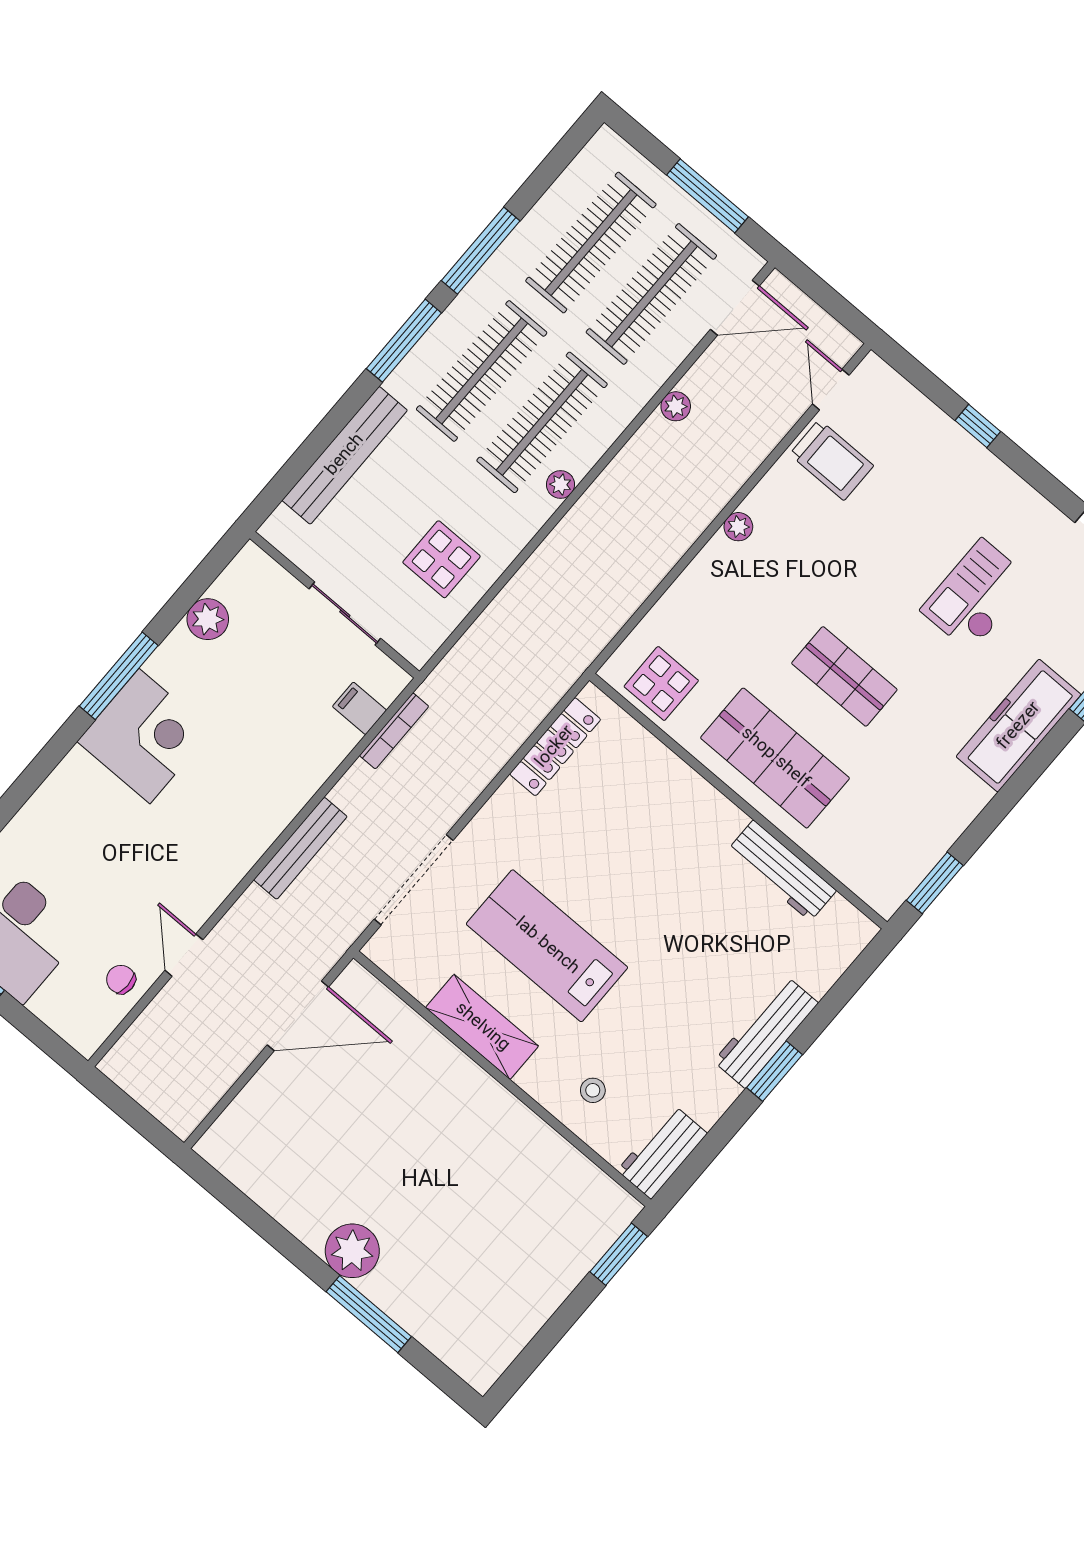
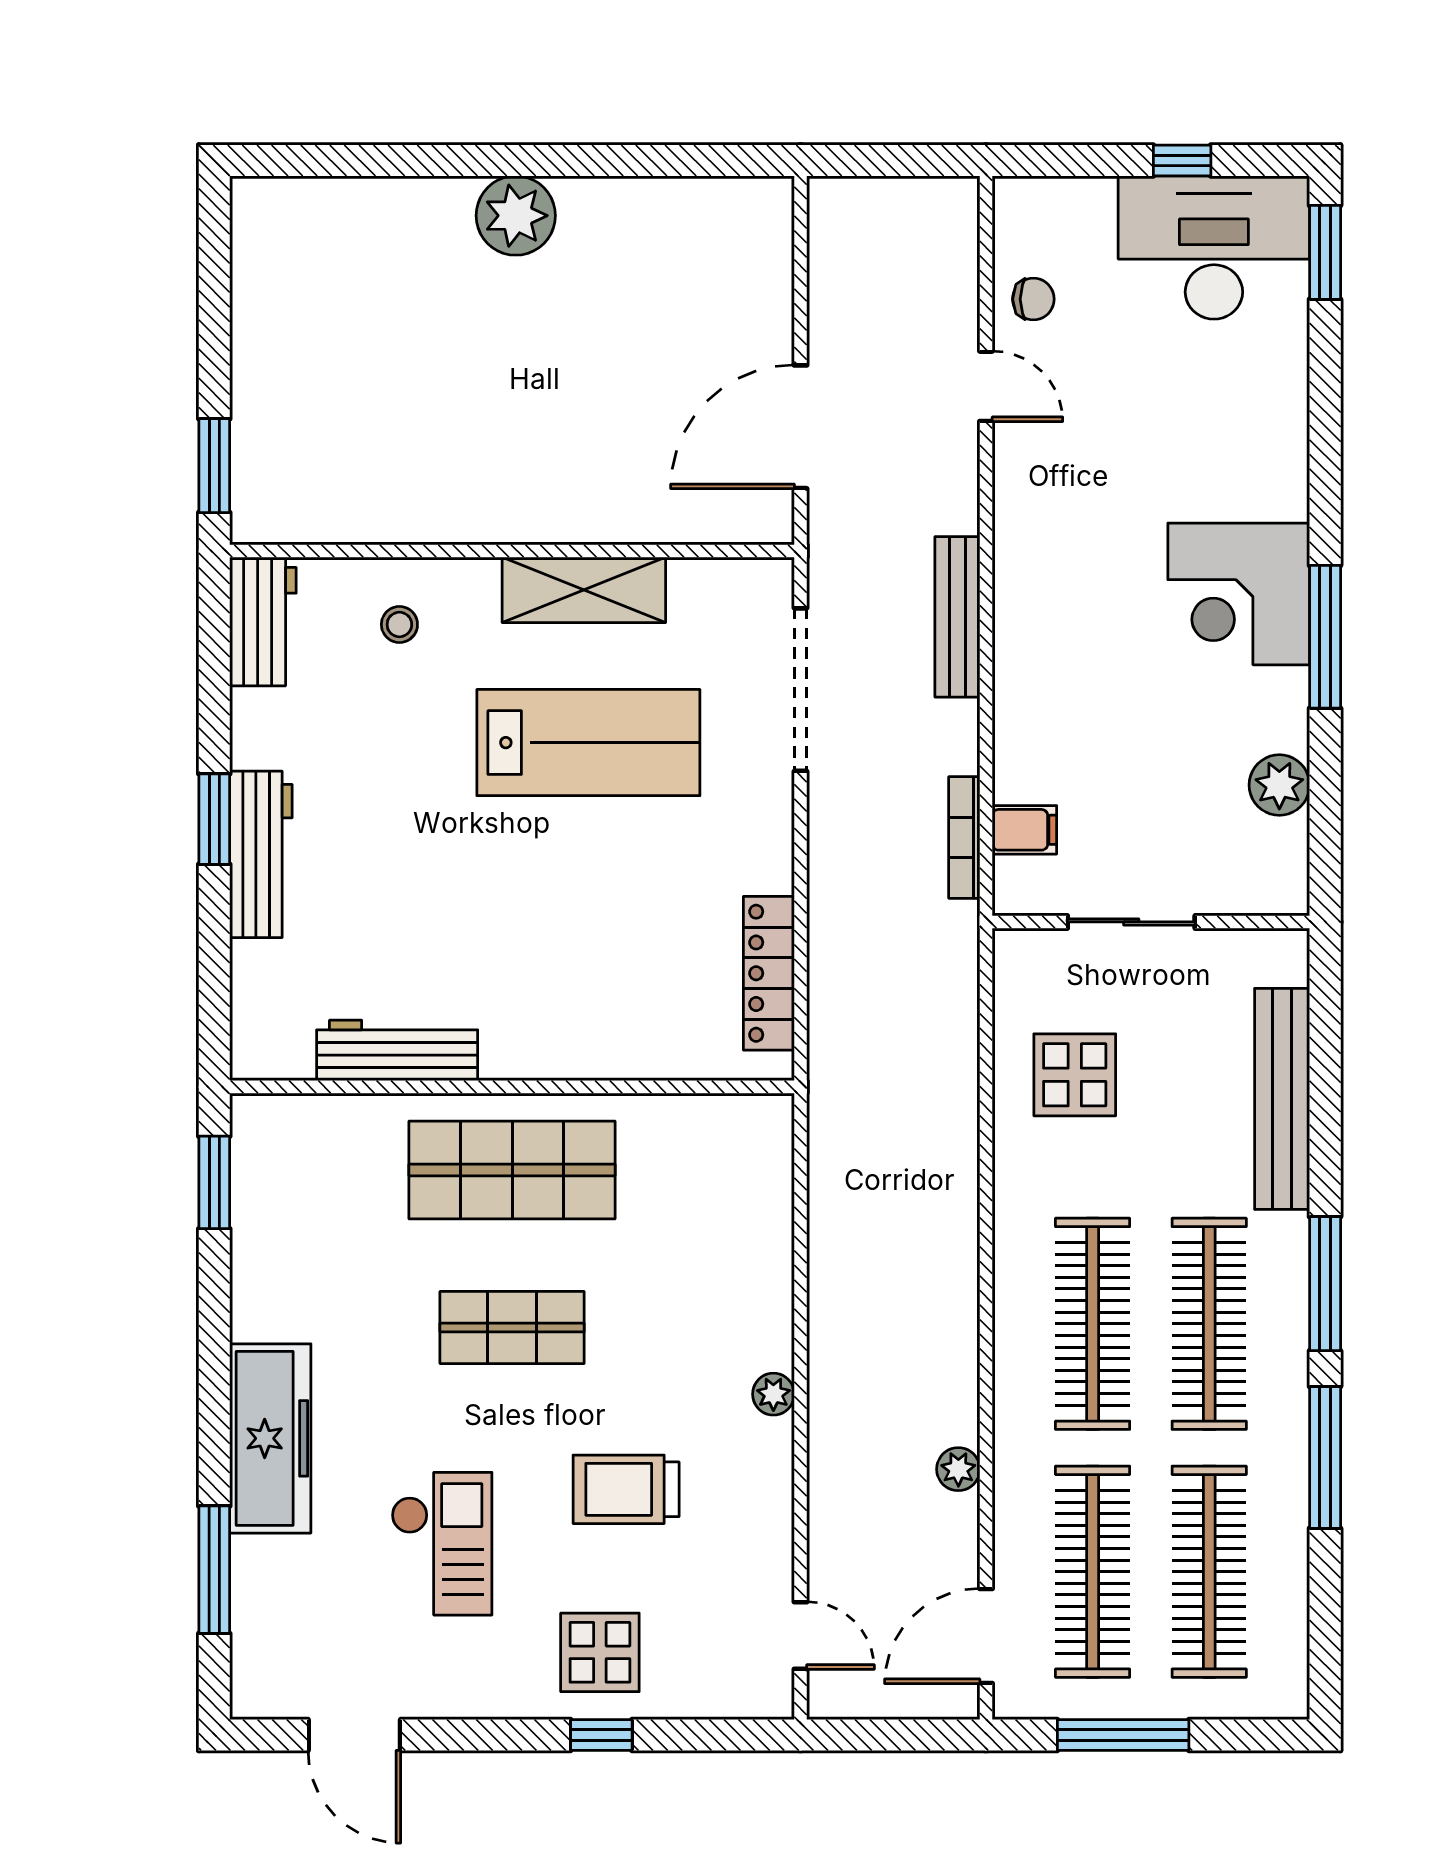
trolley: (832, 460) -> (626, 1489), moved
plant: (561, 484) -> (1013, 1272), removed
display table: (661, 683) -> (600, 1652), moved
window: (369, 1314) -> (437, 160), removed

